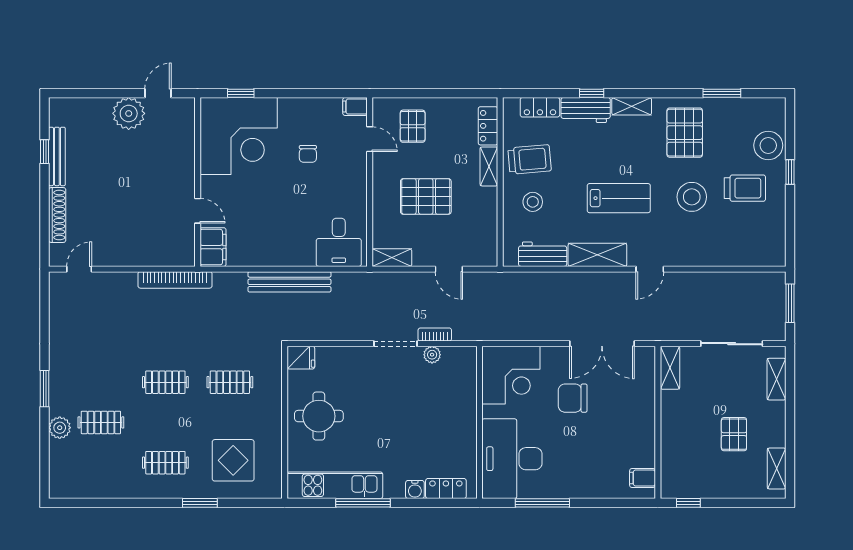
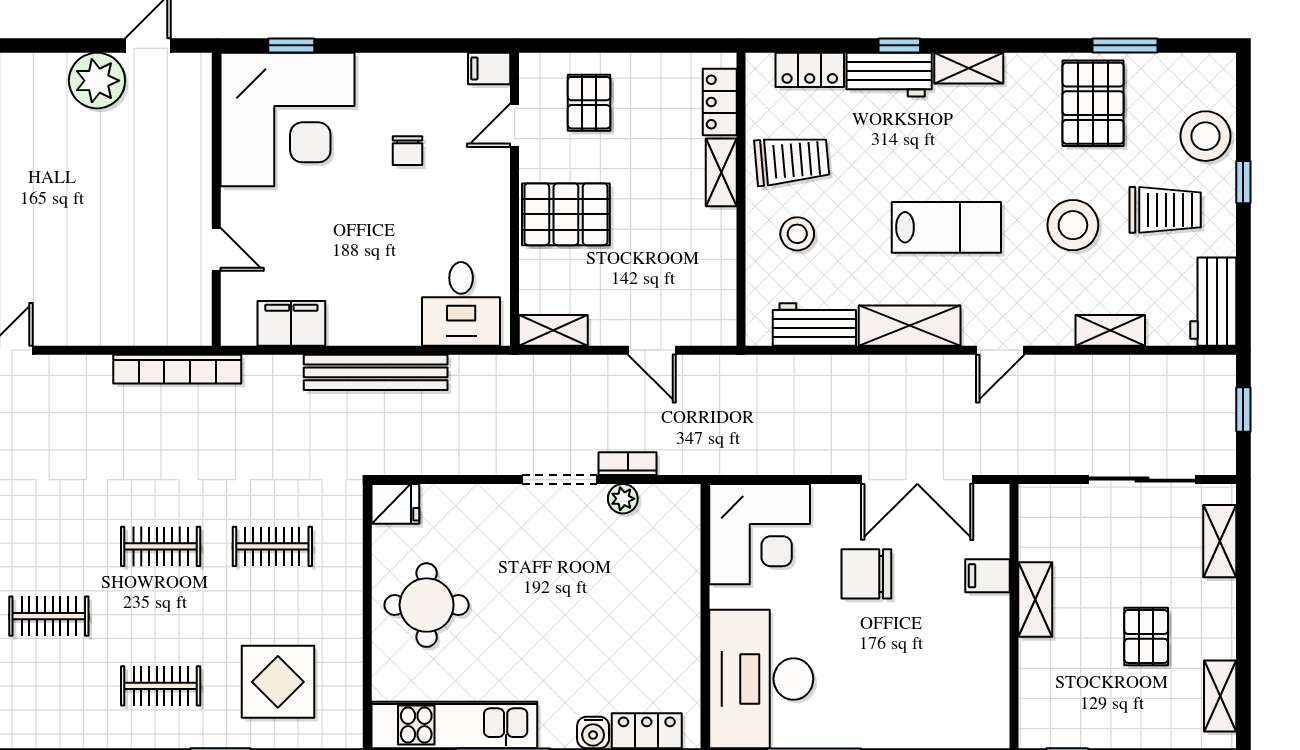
pallet: (685, 133) -> (1093, 103), moved
door: (370, 139) -> (515, 125), swing flipped
pallet: (426, 196) -> (566, 214), moved
workbench: (773, 241) -> (1213, 302), added
filing cabinet: (213, 247) -> (291, 323), moved, turned -90
shelving: (713, 258) -> (1110, 330), added
window: (790, 303) -> (1243, 410), width x0.67
shelving: (670, 368) -> (1035, 599), moved
filing cabinet: (643, 478) -> (988, 576), moved

